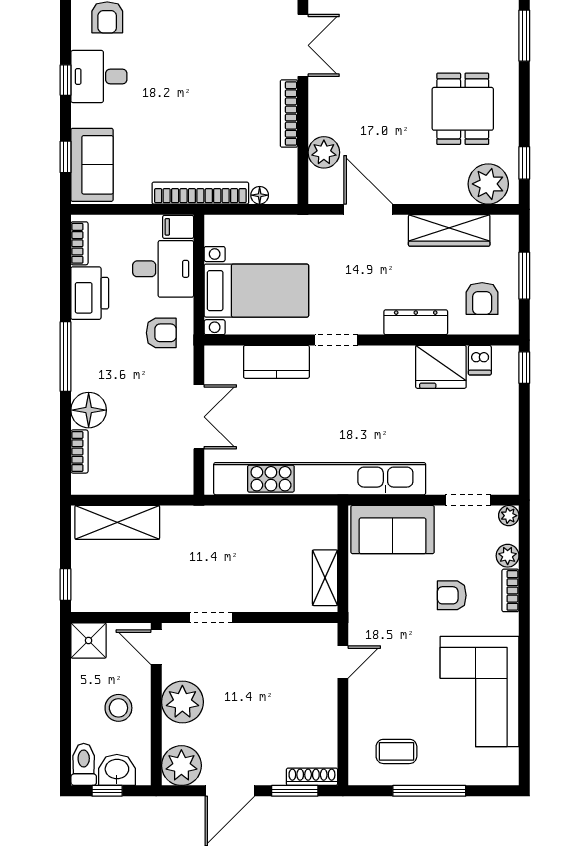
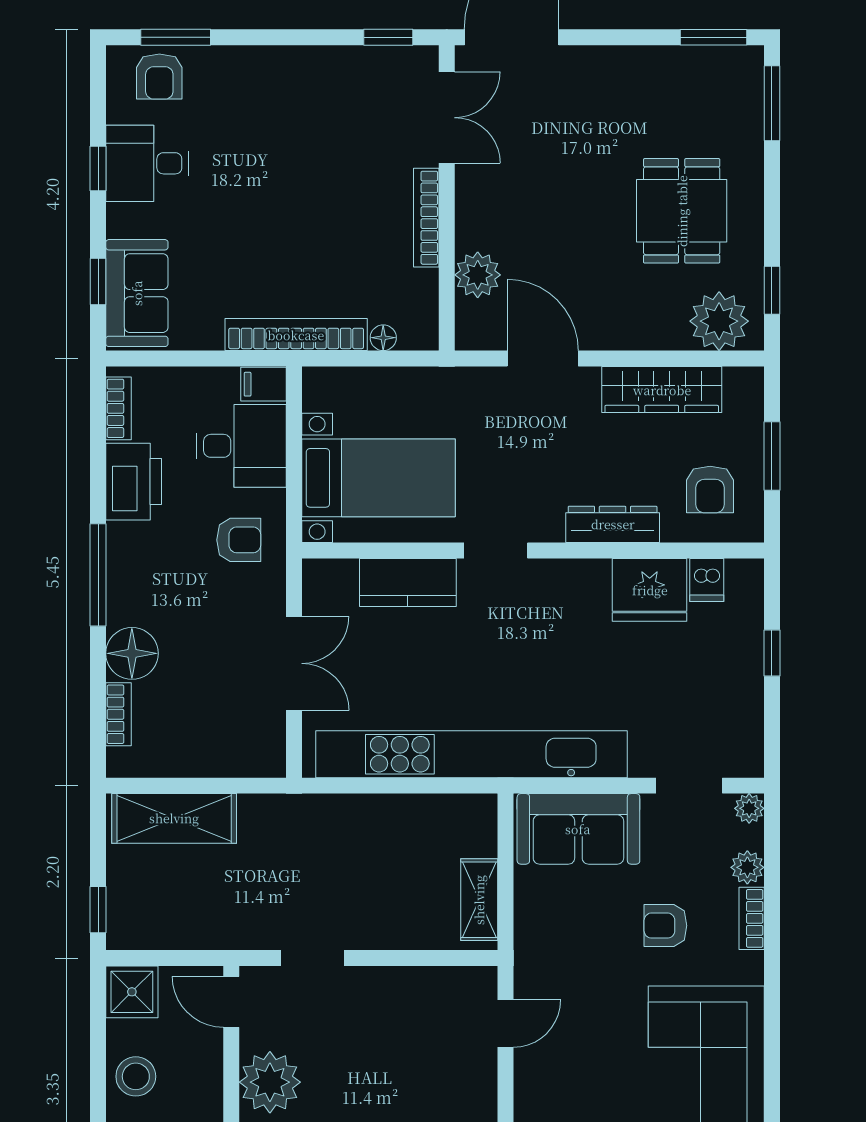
window: (524, 368) -> (772, 653), moved
stool: (118, 708) -> (136, 1076), moved

